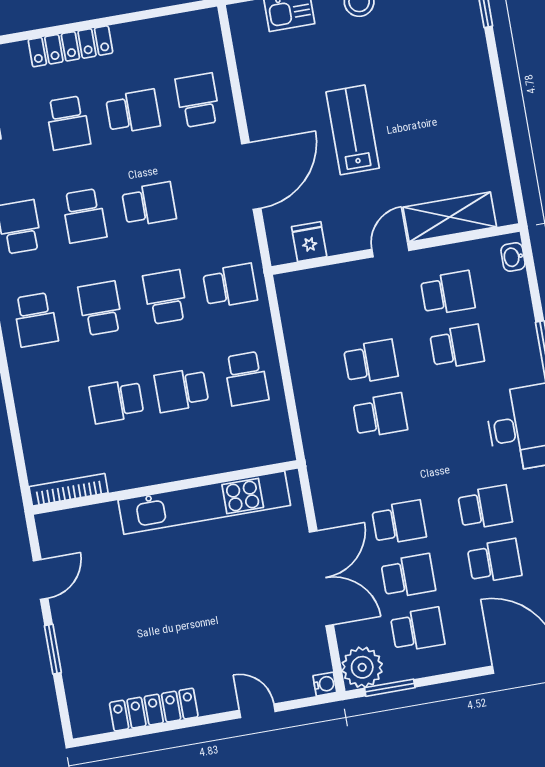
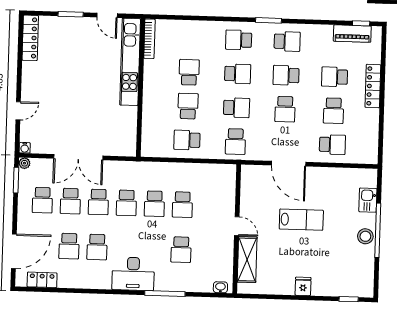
fridge: (309, 242) -> (303, 286), moved, turned -90
school desk: (448, 293) -> (126, 203), moved
kitchen unit: (204, 503) -> (130, 62), moved
plant: (362, 667) -> (24, 163), width x0.53, depth x0.53
locker: (154, 710) -> (30, 38), moved

